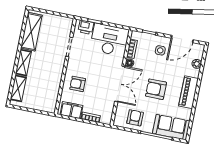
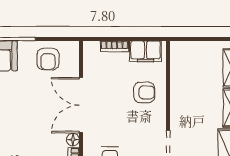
armchair: (156, 89) -> (25, 108), removed

